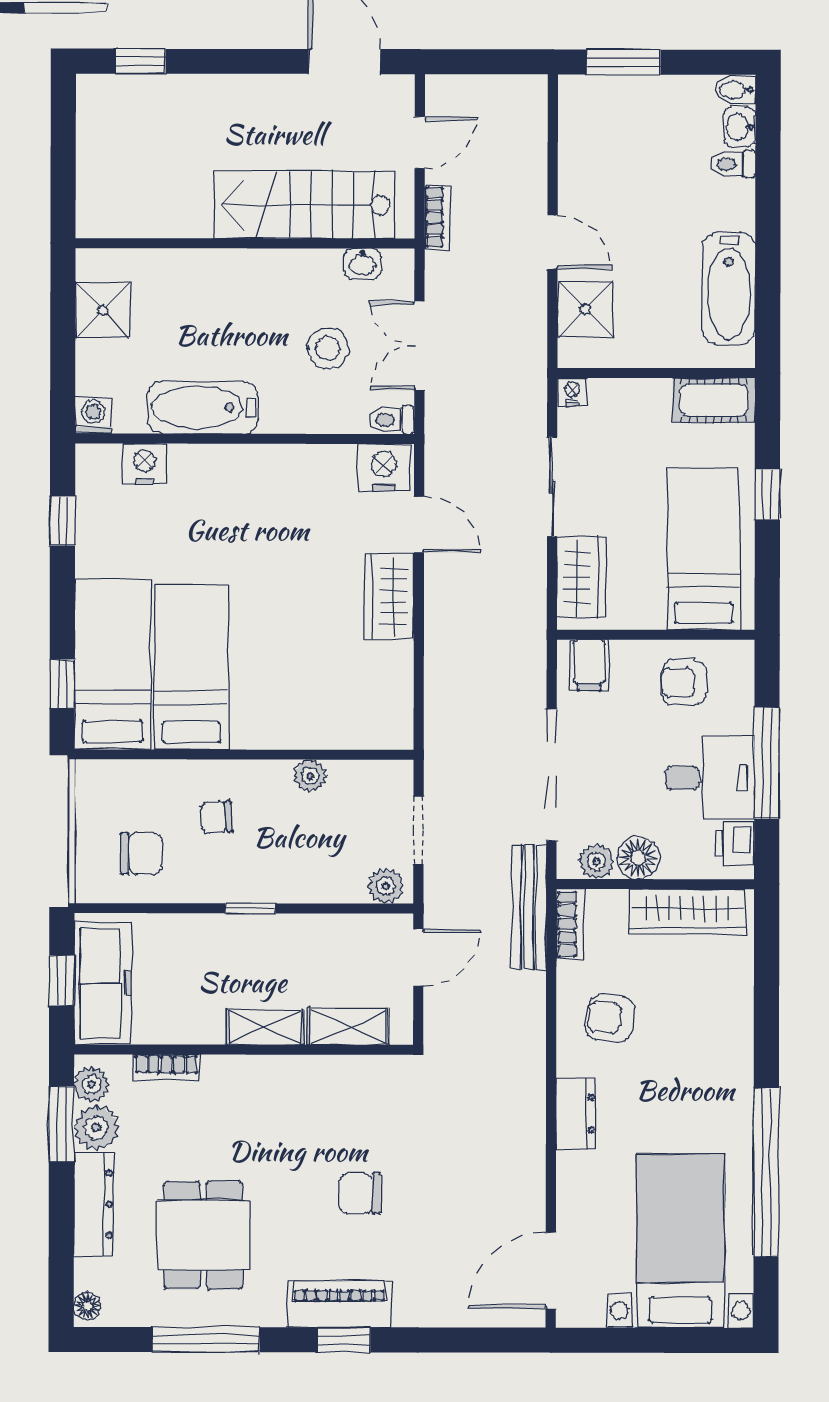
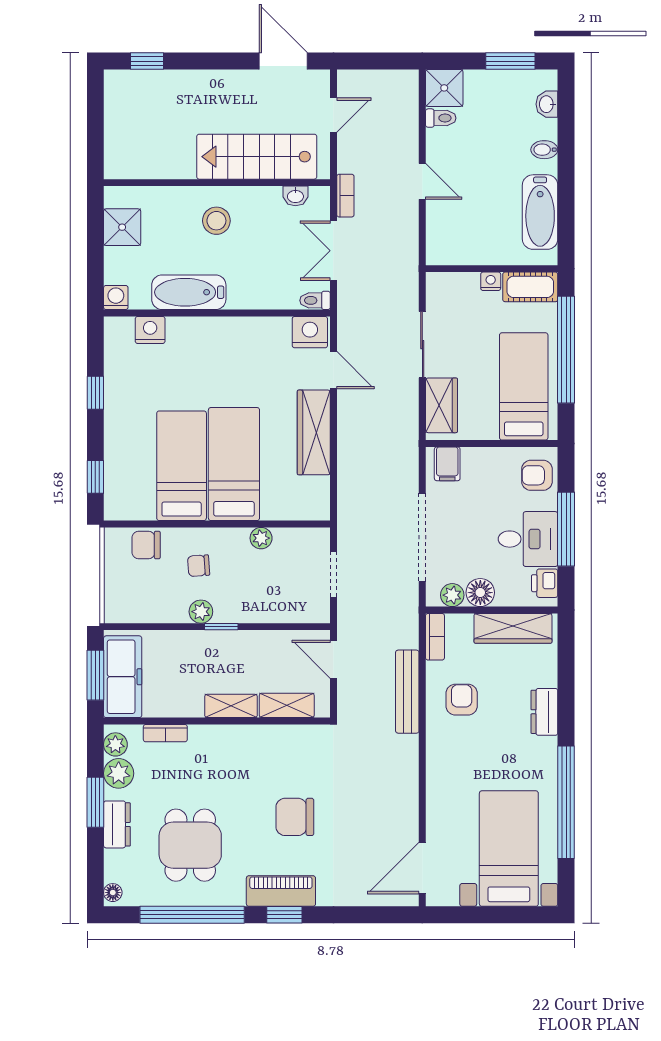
window: (624, 62) -> (510, 61), moved
bidet: (735, 90) -> (544, 150), moved
toilet: (733, 164) -> (441, 118), moved, turned 180
bookcase: (437, 217) -> (345, 196), moved
shower: (585, 309) -> (444, 88), moved
stool: (328, 348) -> (216, 221), moved
nightstand: (572, 392) -> (491, 281), moved
window: (767, 494) -> (566, 350), width x3.17
window: (63, 521) -> (95, 393), moved
wardrobe: (389, 597) -> (314, 432), width x1.50
bed: (113, 665) -> (234, 464), moved
armchair: (684, 682) -> (537, 475), moved
chair: (141, 853) -> (146, 545), moved, turned 180
plant: (386, 886) -> (201, 612), moved
bench: (529, 907) -> (407, 692), moved
door: (418, 957) -> (333, 659), swing flipped
window: (62, 981) -> (95, 675), width x1.50
armchair: (610, 1018) -> (462, 700), turned 83
dresser: (576, 1114) -> (544, 712), moved, turned 180
window: (61, 1124) -> (95, 802), moved
chair: (360, 1193) -> (295, 817), width x1.37, depth x1.37
dresser: (94, 1204) -> (117, 824), width x0.70
window: (206, 1340) -> (192, 915), width x1.46

